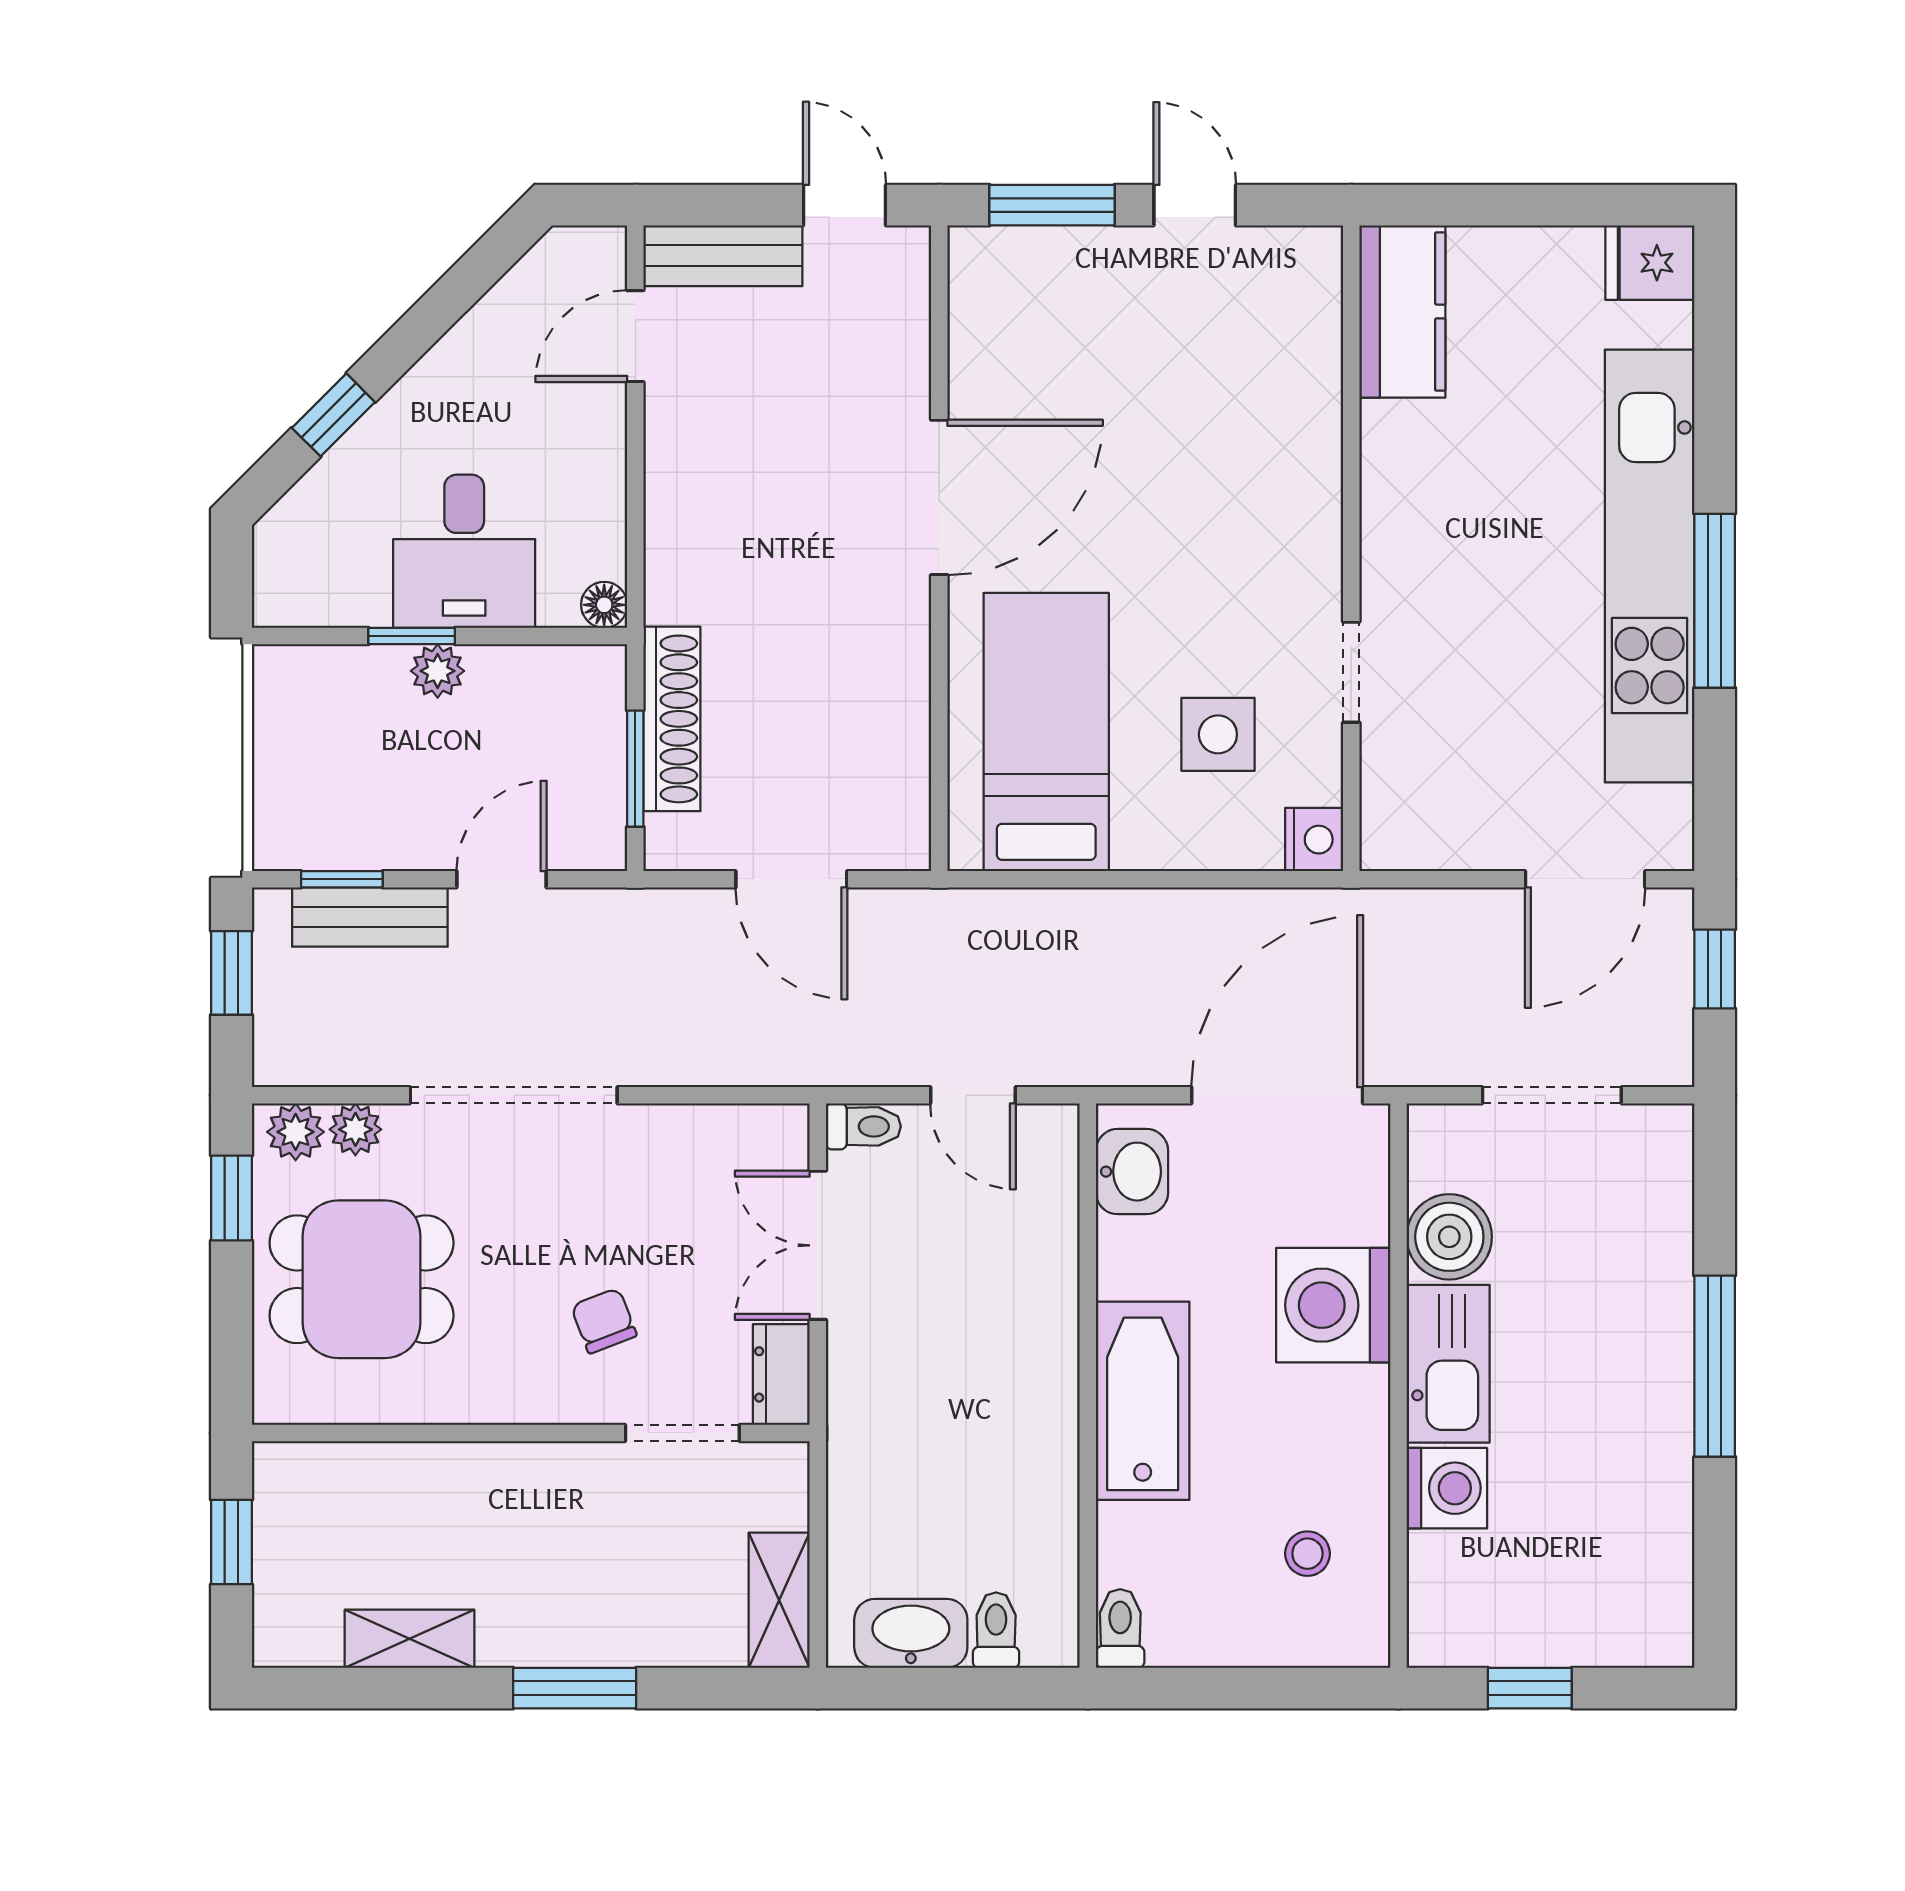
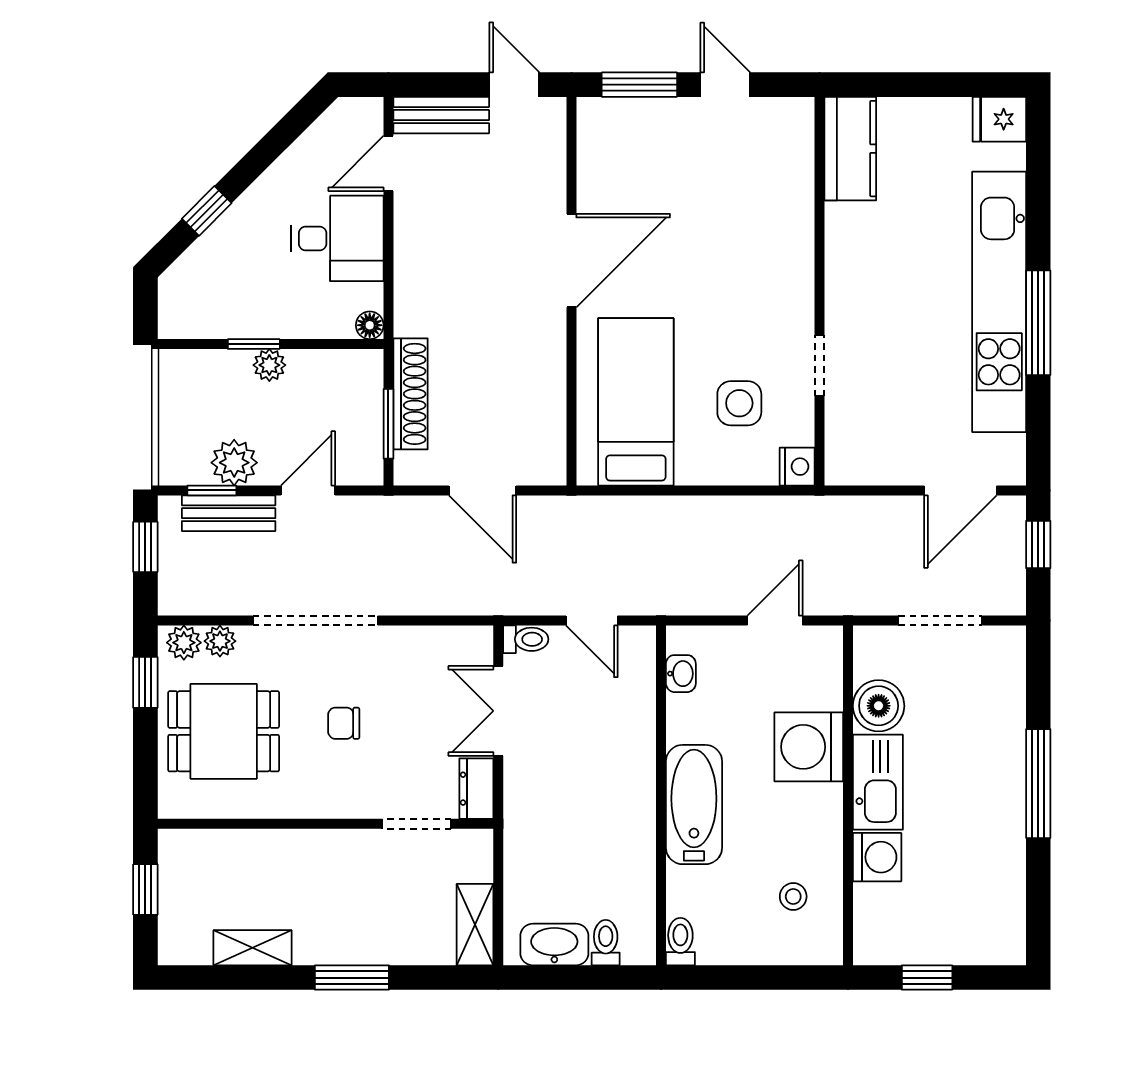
desk: (464, 551) -> (338, 238), moved, turned -90
plant: (379, 833) -> (234, 463), added
door: (1277, 1095) -> (775, 621), width x0.53
washbasin: (1132, 1172) -> (681, 674), width x0.72, depth x0.69
chair: (604, 1321) -> (344, 723), moved, turned -69

